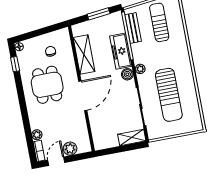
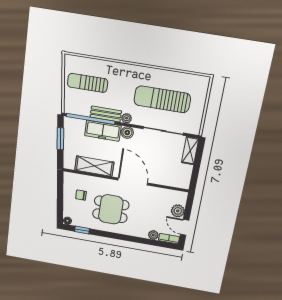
bench: (133, 28) -> (106, 114), moved
sun lounger: (169, 95) -> (162, 99), turned 180

